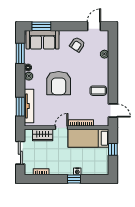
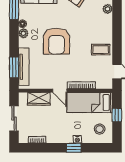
door: (61, 128) -> (60, 91), swing flipped
stool: (97, 162) -> (100, 129), added

